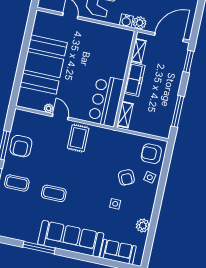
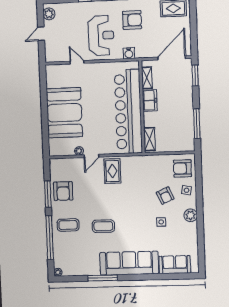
plant: (140, 23) -> (141, 52), removed
freezer: (134, 79) -> (150, 100), width x0.71
bar counter: (106, 101) -> (128, 112), width x1.86
door: (60, 117) -> (91, 156), swing flipped
plant: (143, 225) -> (191, 215), moved

